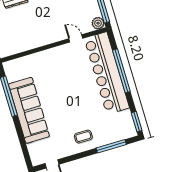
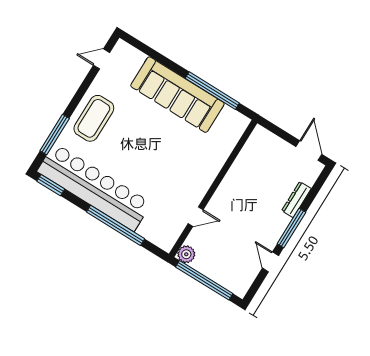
bar counter: (107, 73) -> (94, 187), moved
coffee table: (83, 137) -> (94, 118), width x1.86, depth x1.72

